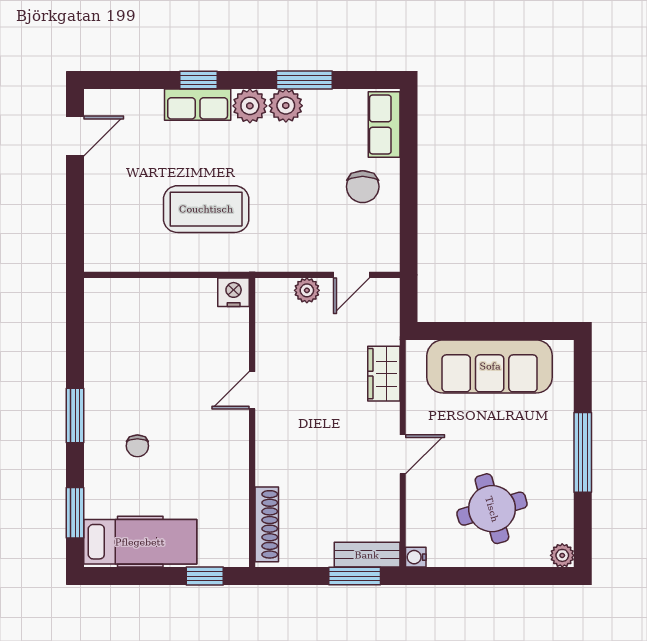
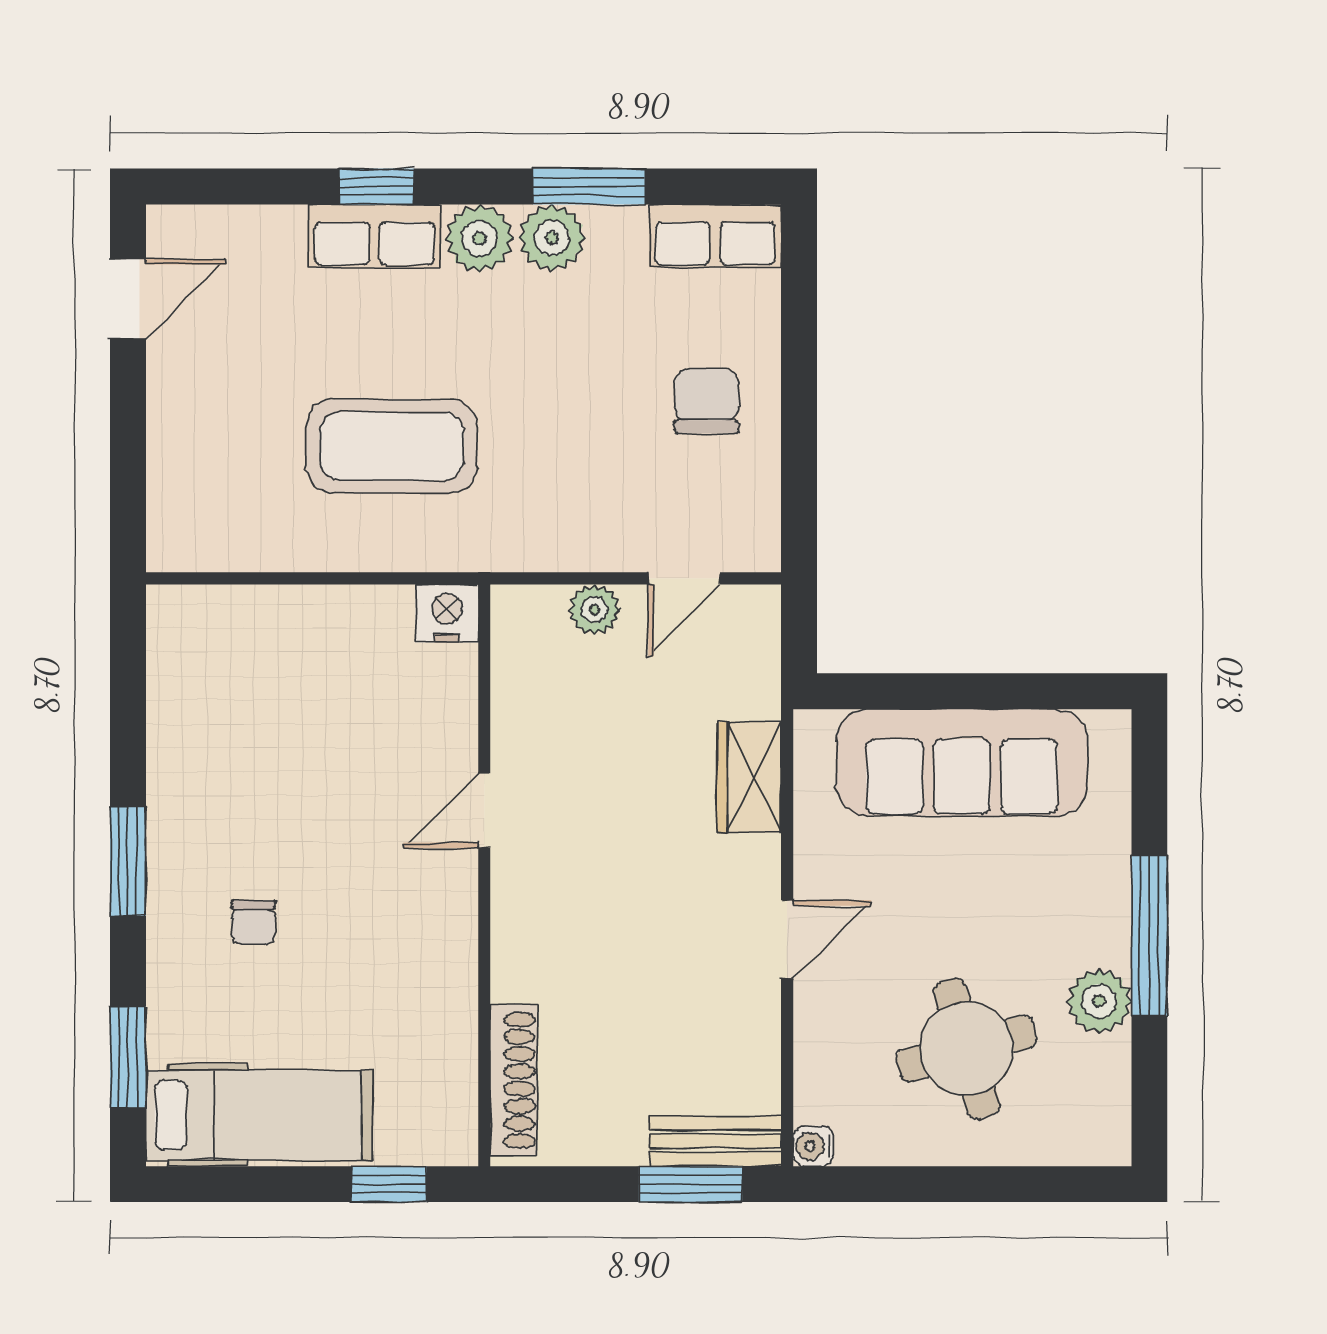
row of seats: (384, 125) -> (715, 236), moved, turned -90
chair: (363, 187) -> (707, 401), turned 180
plant: (562, 555) -> (1099, 1001), moved, width x1.38, depth x1.38

